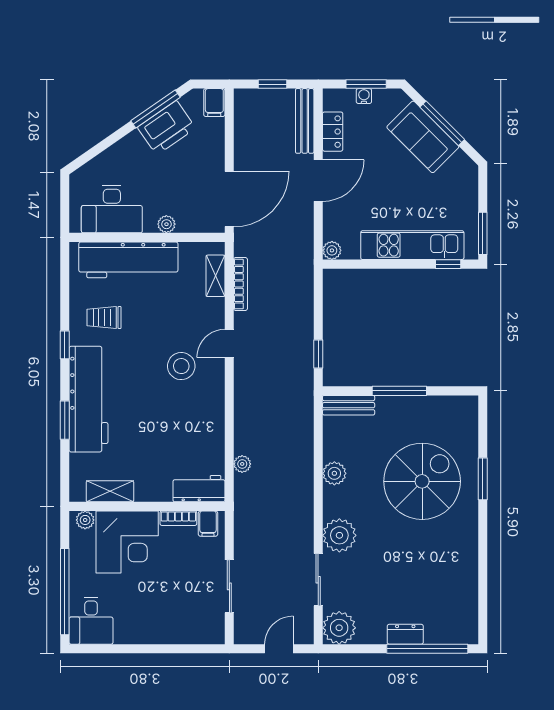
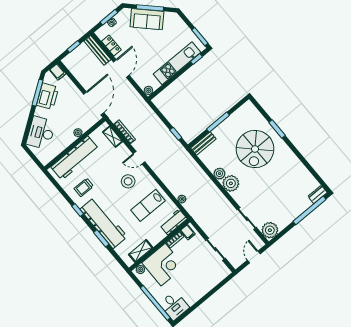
desk: (112, 209) -> (41, 133), moved, turned 145
door: (229, 343) -> (139, 158), hinge flipped
lab bench: (181, 429) -> (148, 205), added
spiral stairs: (422, 481) -> (255, 149), turned 180
plant: (339, 535) -> (231, 183), moved
dresser: (405, 634) -> (317, 194), moved

